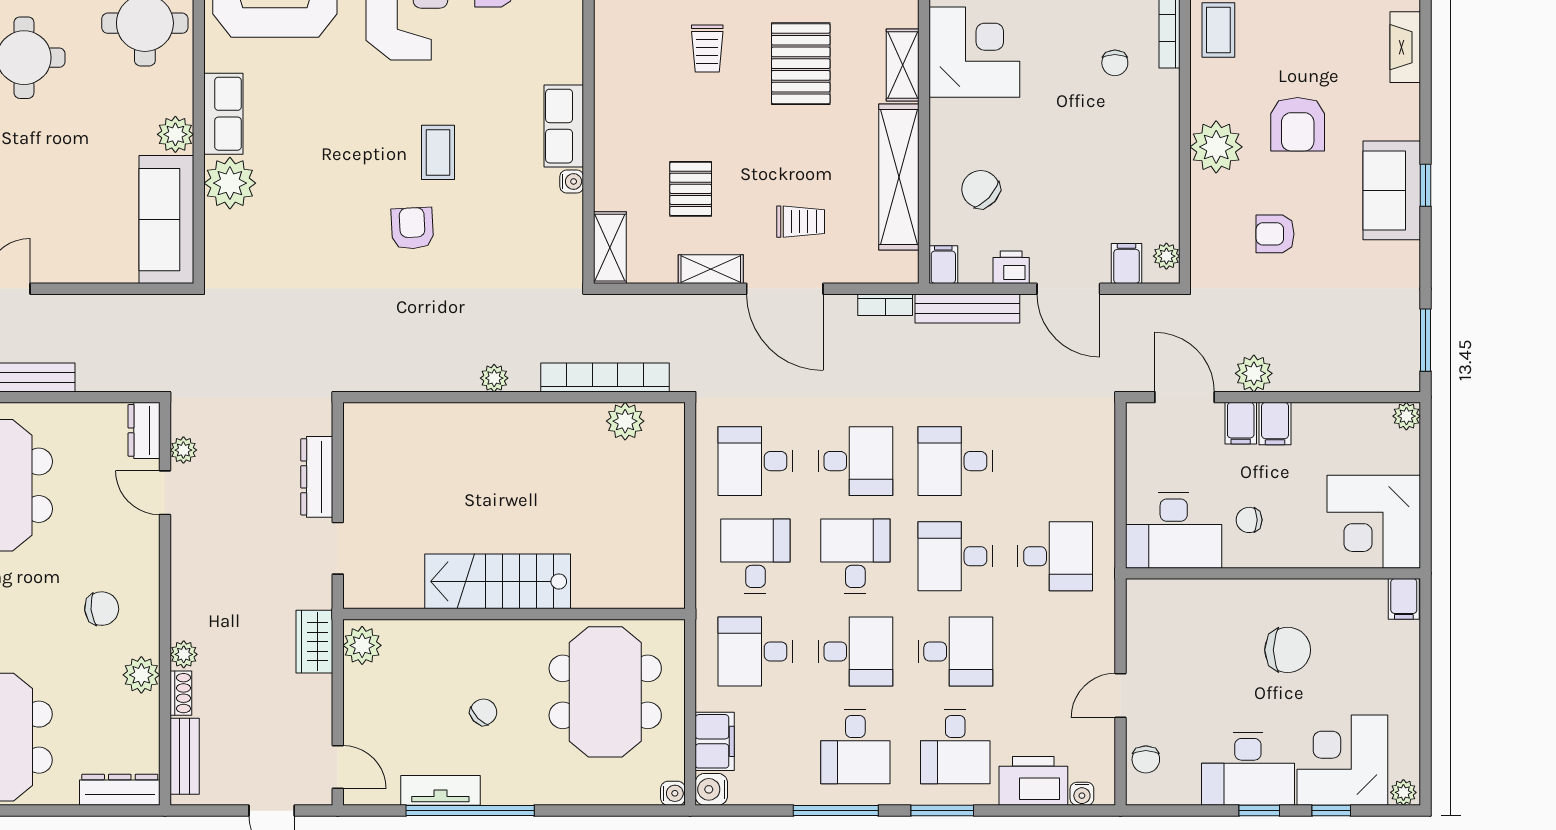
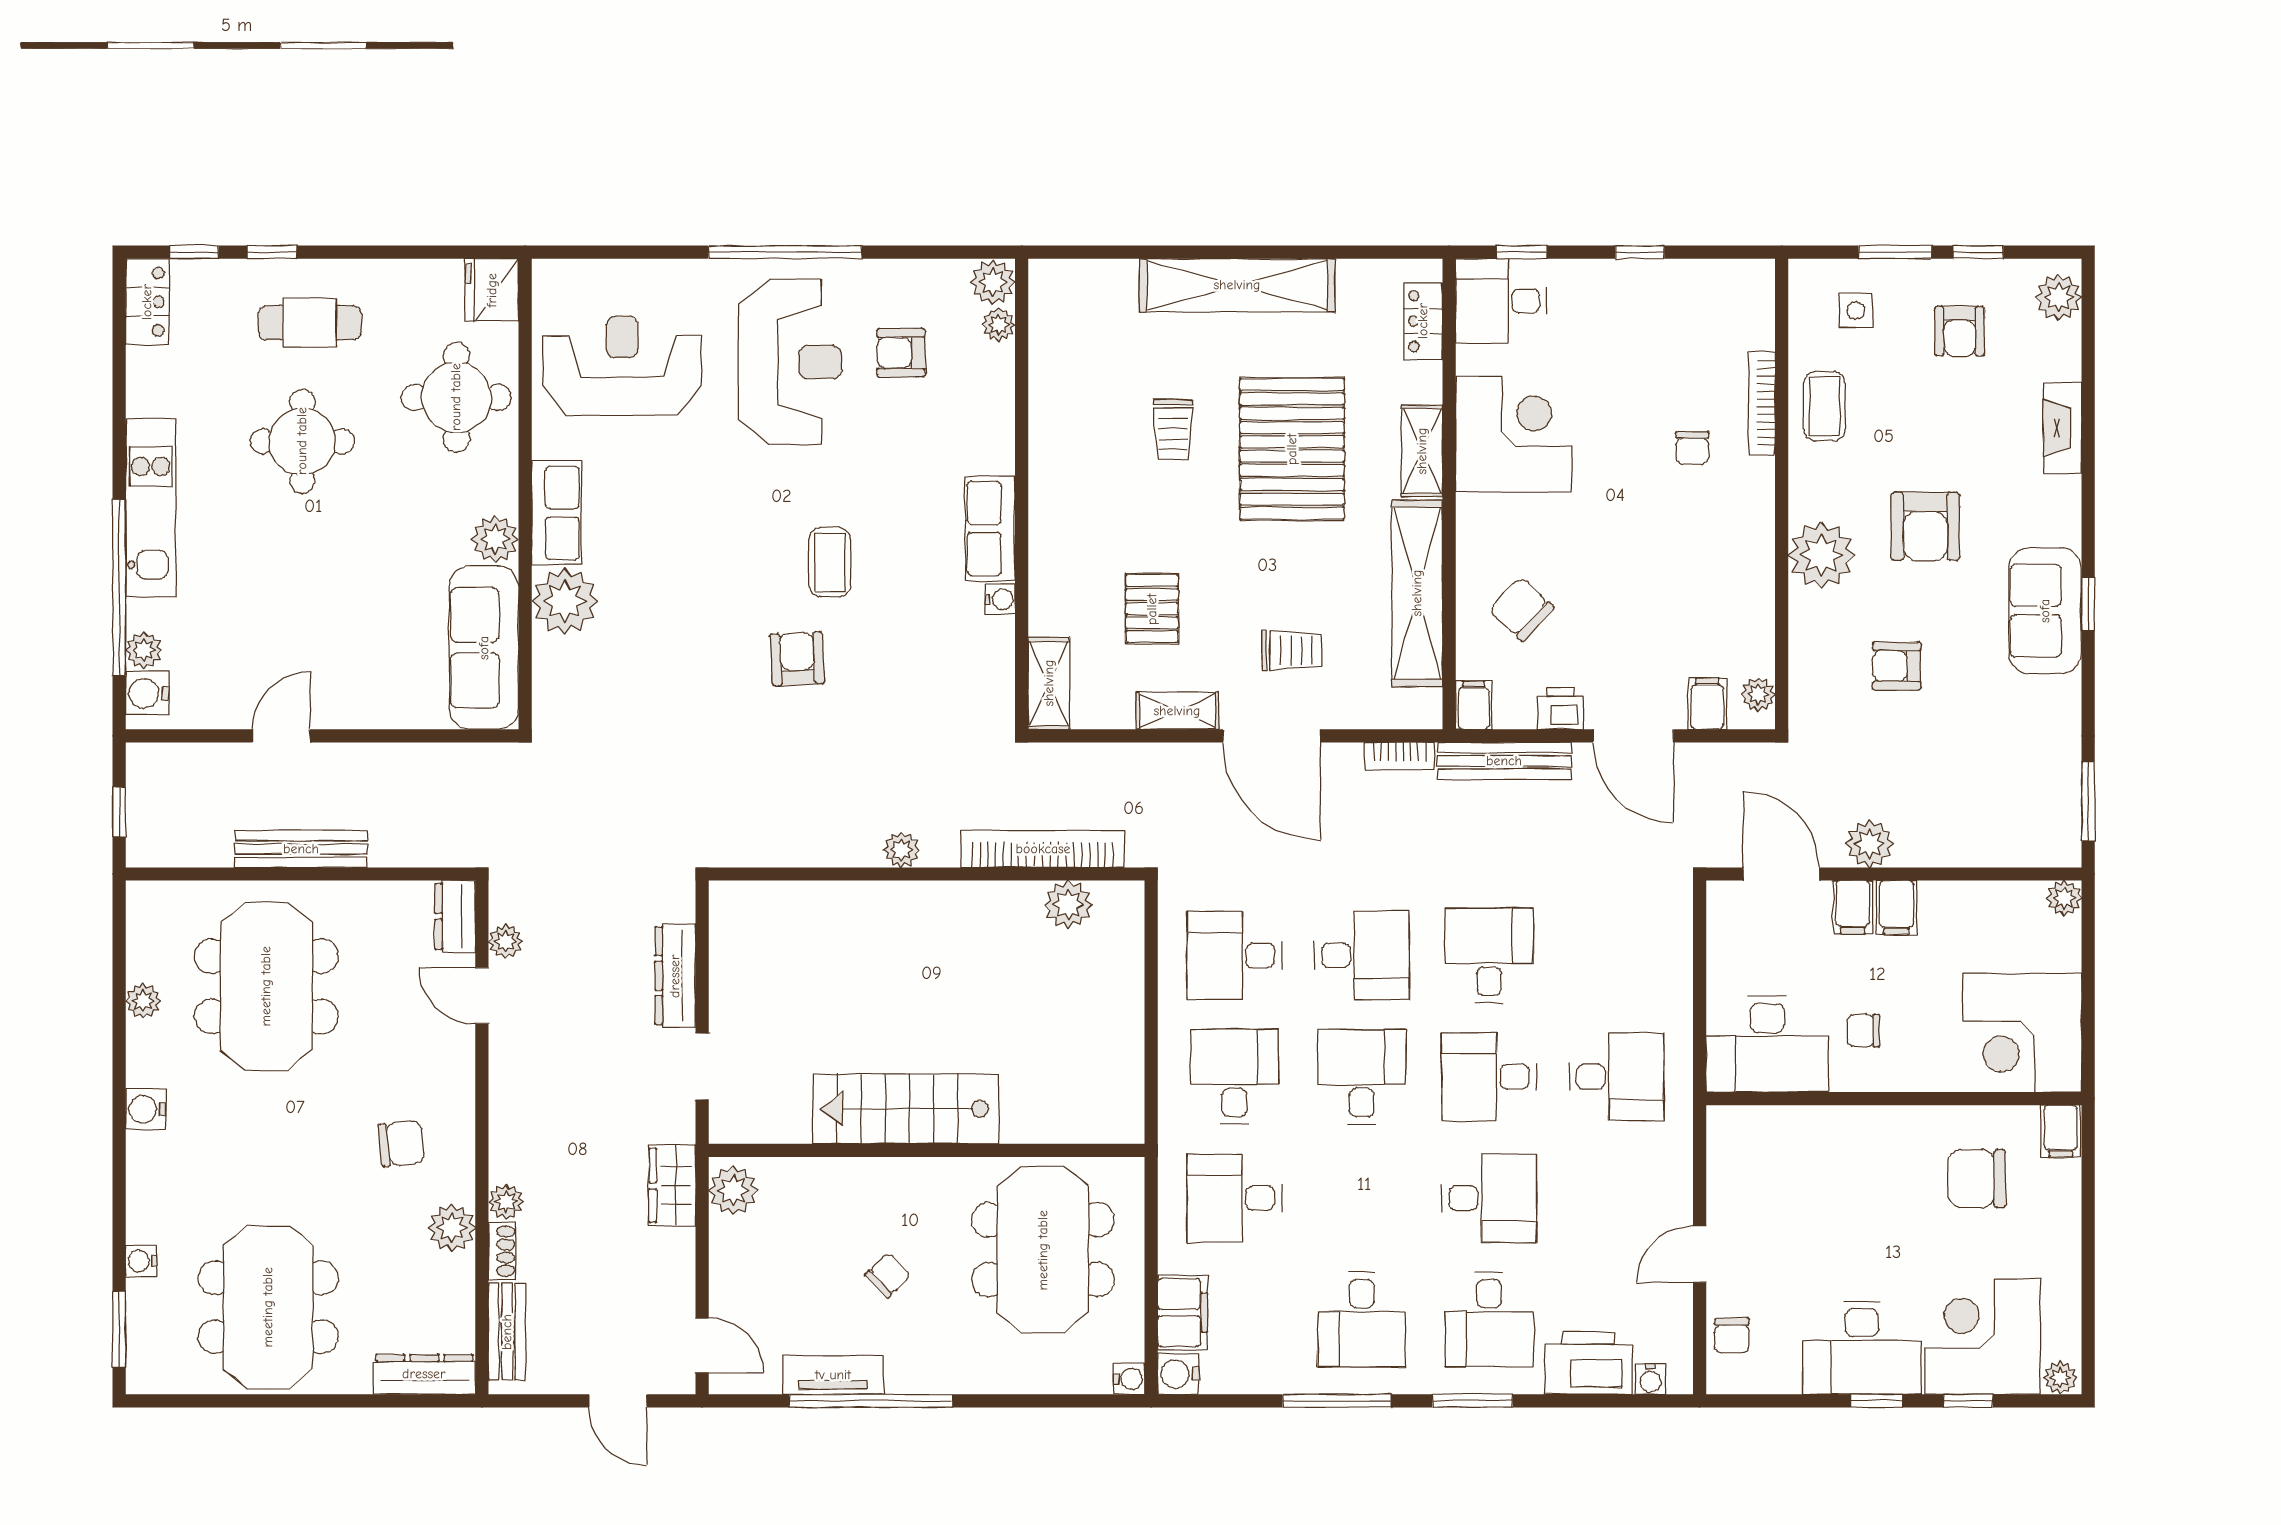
pallet: (801, 64) -> (1292, 449), width x1.37, depth x1.41
desk: (955, 461) -> (1489, 955), turned 90
chair: (1288, 650) -> (1977, 1179), moved, turned 180
desk: (855, 651) -> (1362, 1198), removed

